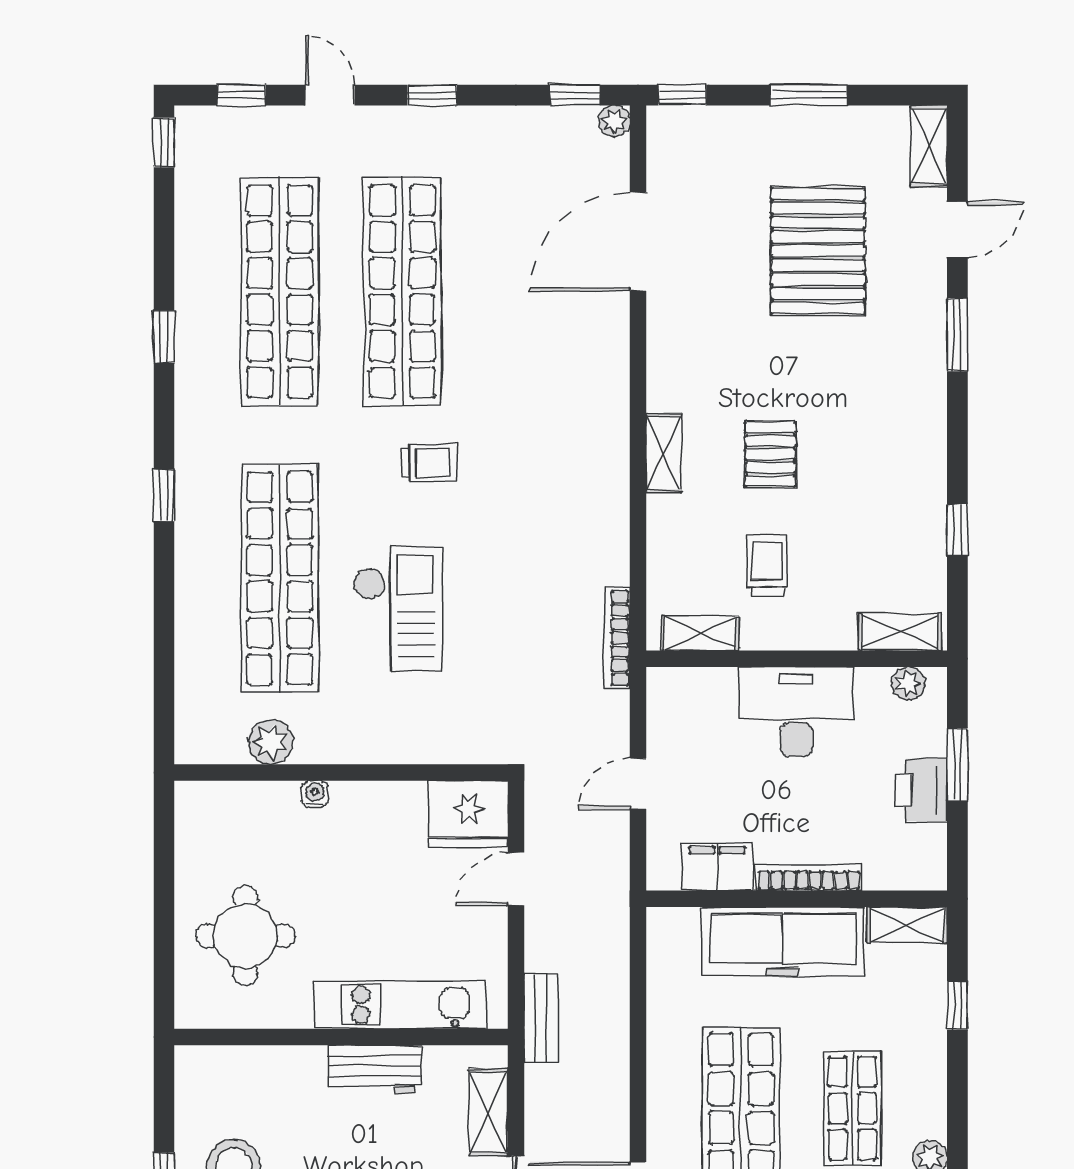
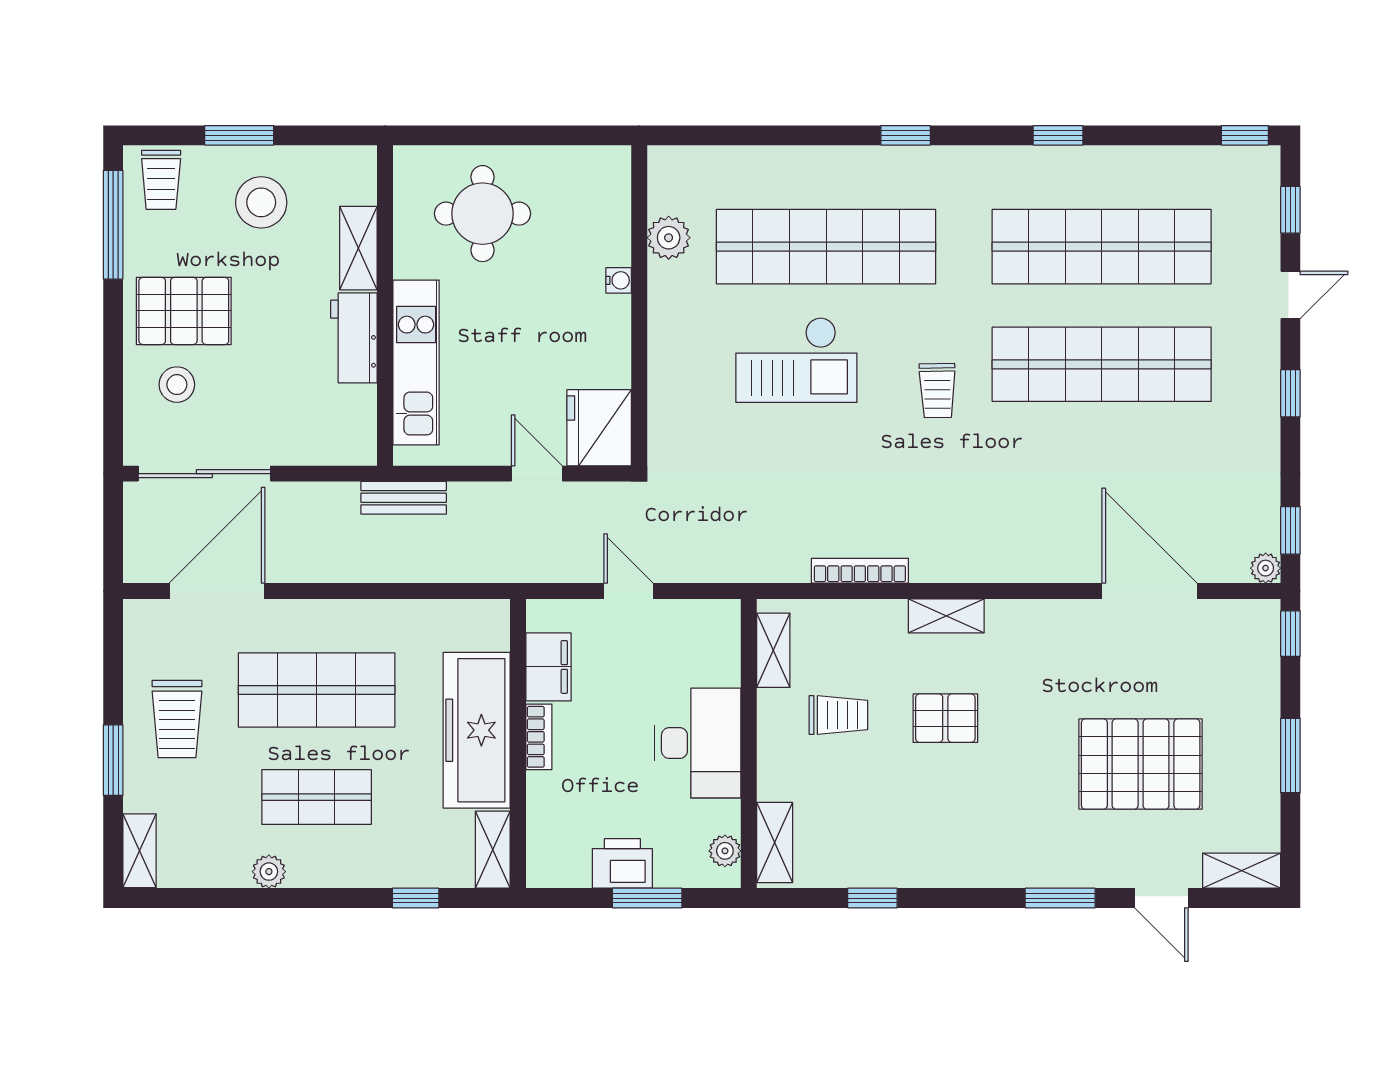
bookcase: (617, 638) -> (860, 571), moved
bookcase: (809, 877) -> (539, 737), width x0.64
shelving: (488, 1112) -> (358, 248), moved, turned 90

